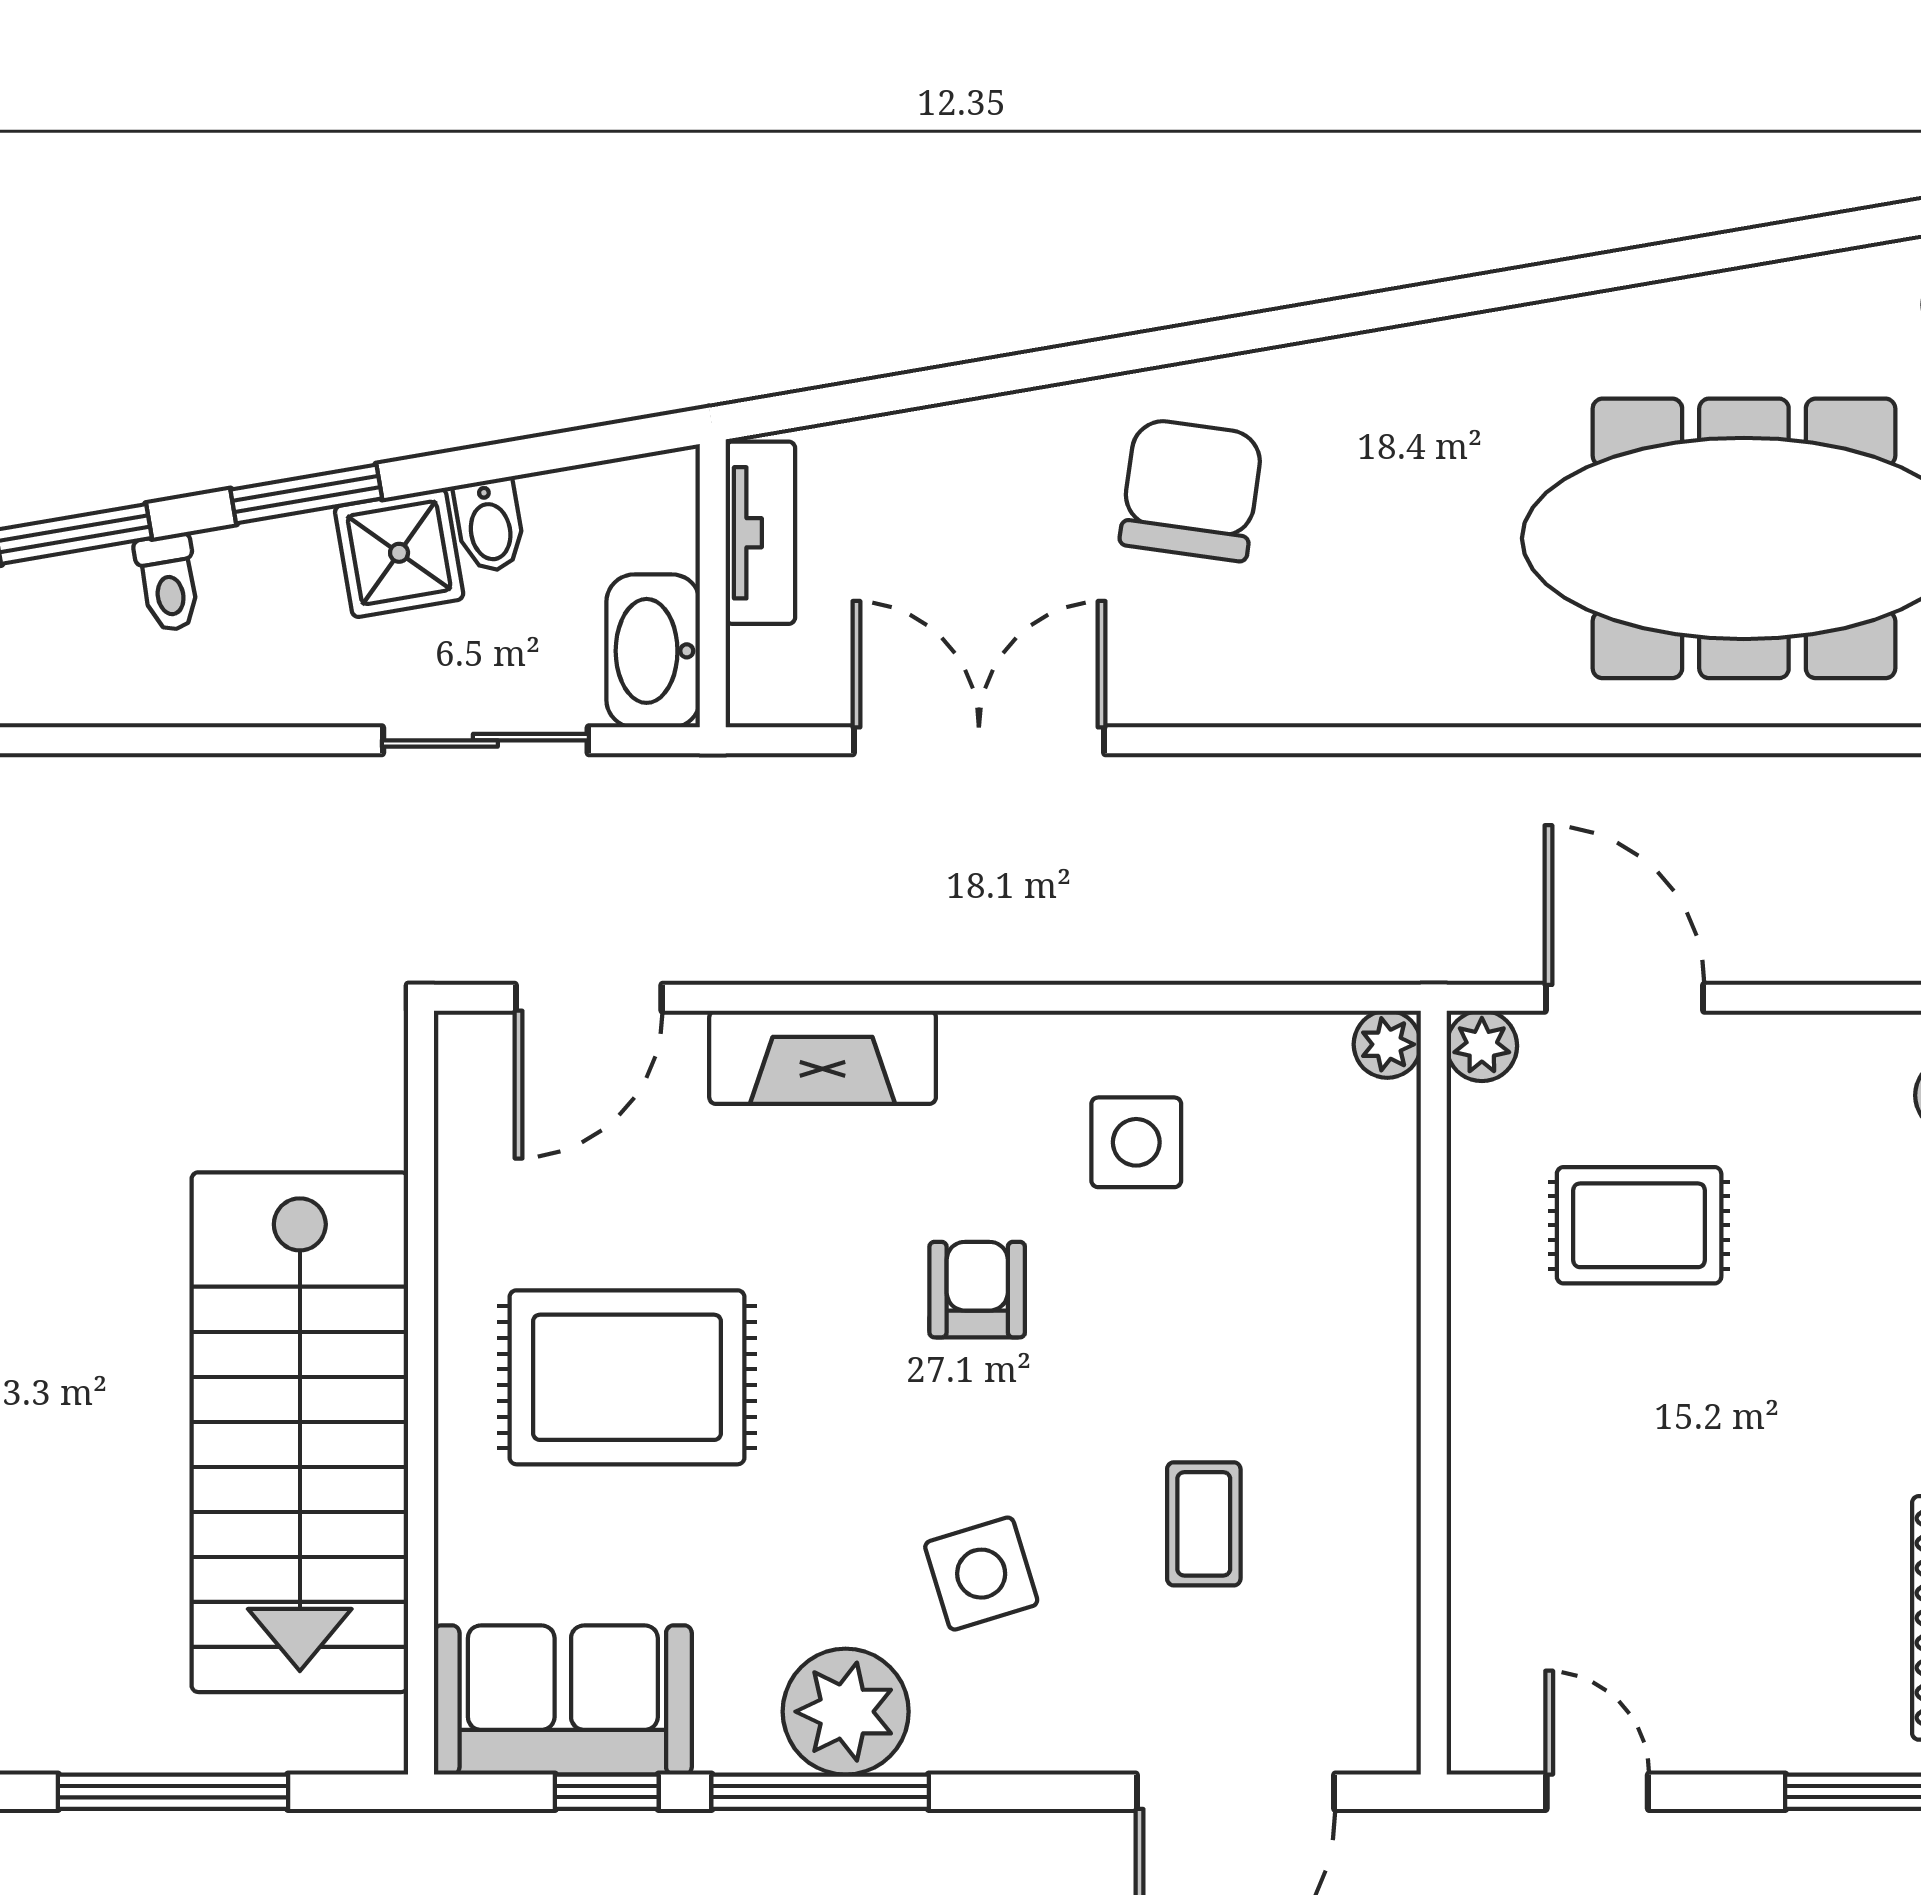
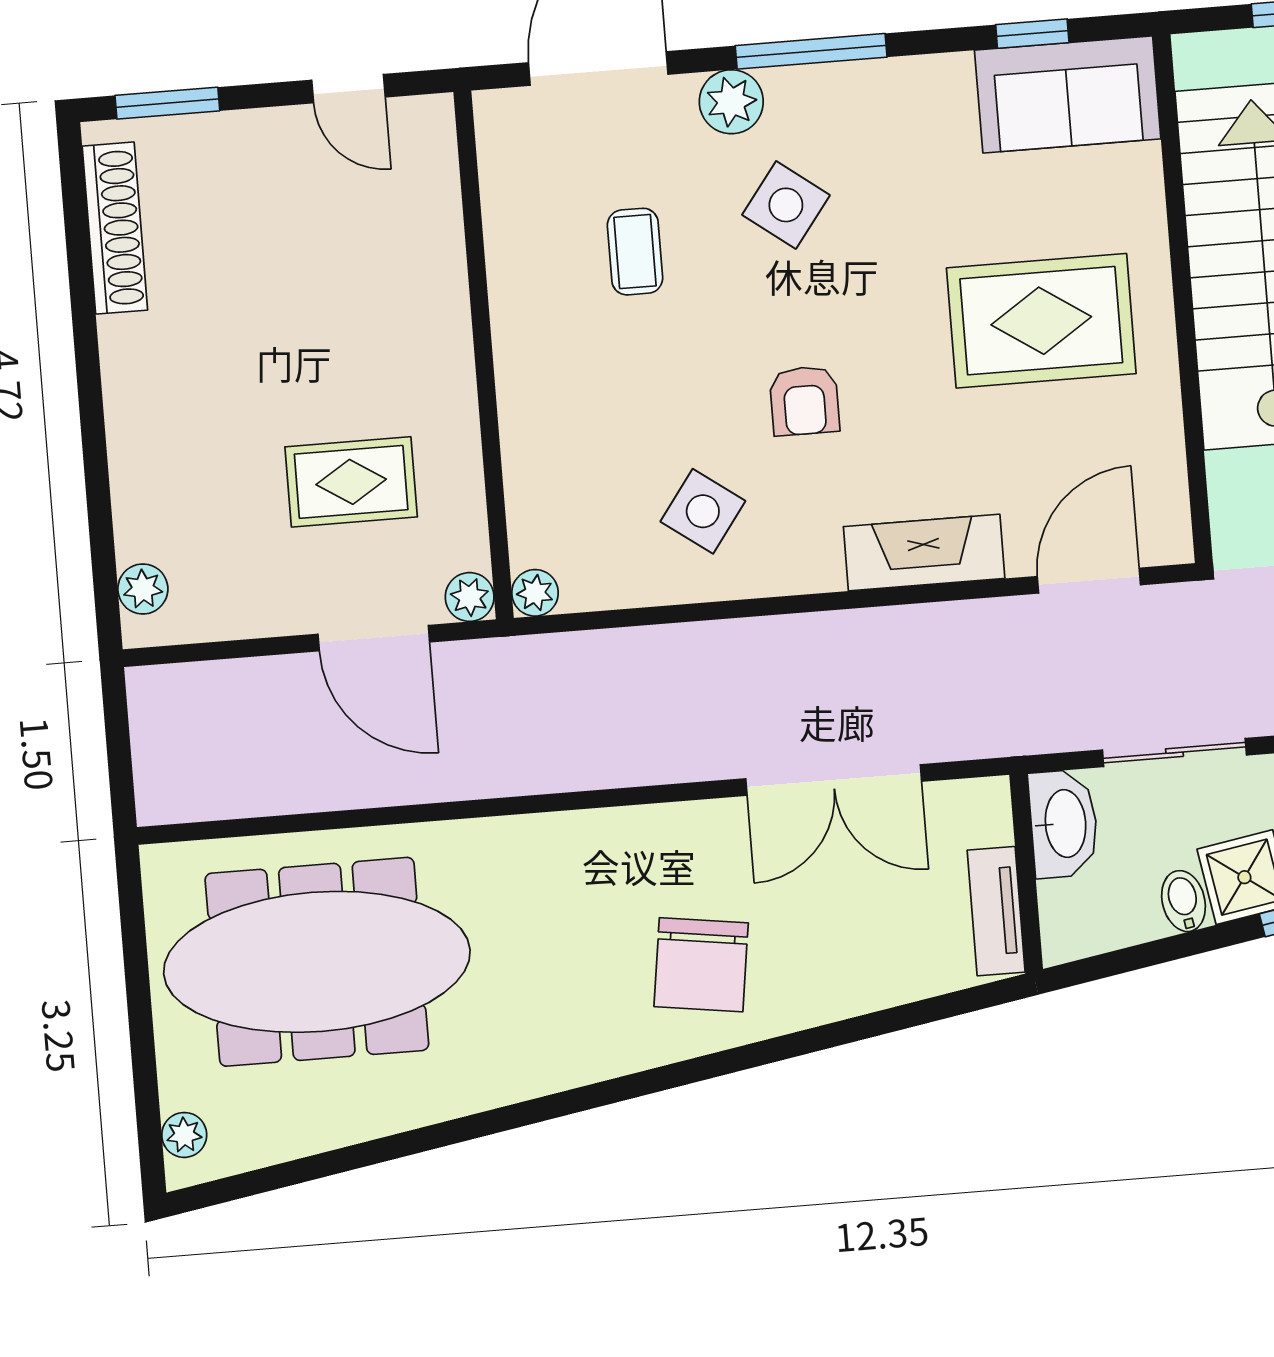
side table: (1136, 1142) -> (703, 511), turned 36
side table: (981, 1574) -> (786, 205), turned -36
plant: (846, 1712) -> (731, 102), moved, width x0.73, depth x0.73
window: (820, 1792) -> (811, 51), moved

